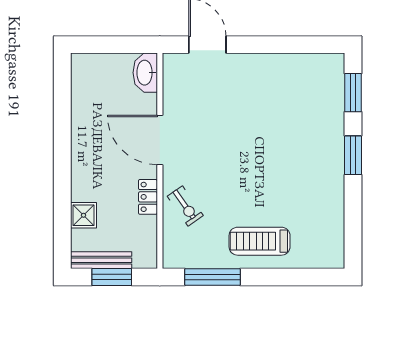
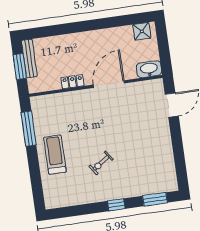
window: (353, 155) -> (116, 205), width x0.67
exercise bike: (185, 206) -> (101, 163), moved
shower: (84, 215) -> (142, 31), moved

